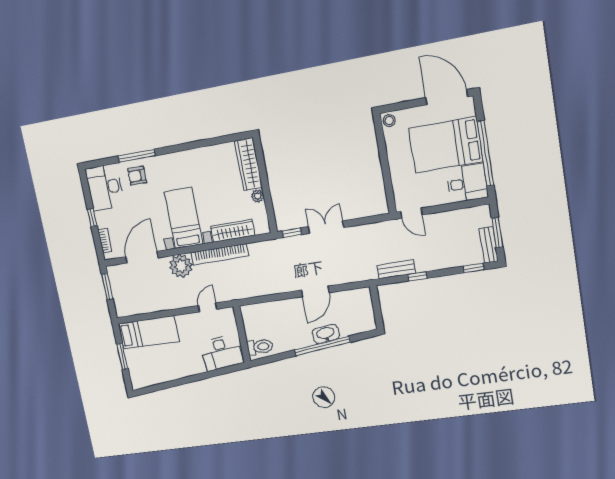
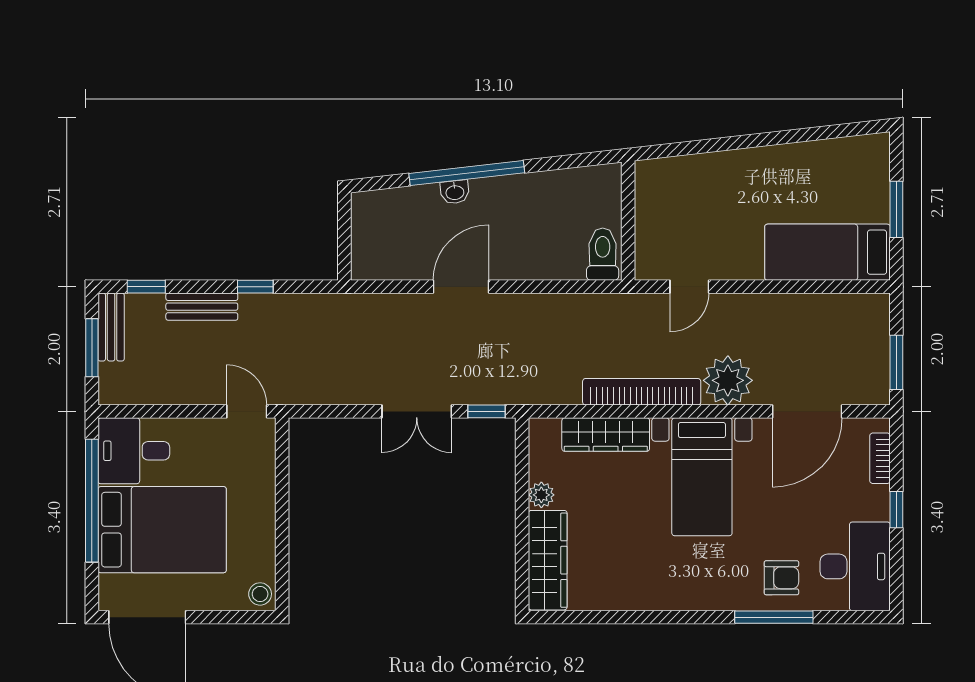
bench: (396, 269) -> (202, 307), moved
washbasin: (326, 334) -> (455, 192), width x0.52, depth x0.69
toilet: (260, 347) -> (603, 254), moved, turned 90
desk: (221, 353) -> (679, 188), removed

